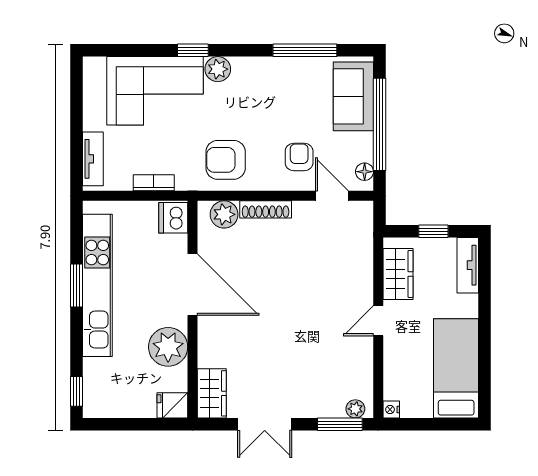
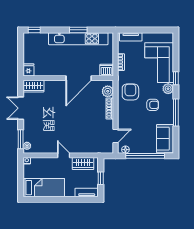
window: (305, 50) -> (176, 112), moved
sofa: (353, 96) -> (165, 139), moved, turned -90
armchair: (299, 157) -> (153, 105), moved
plant: (168, 347) -> (53, 68), removed

